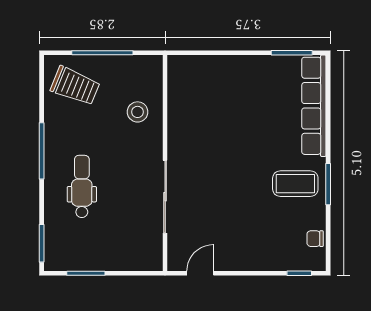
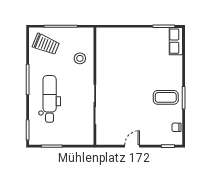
row of seats: (314, 106) -> (176, 41), width x0.50
dental chair: (82, 186) -> (50, 99), width x1.36, depth x1.38
door: (200, 273) -> (132, 146), moved

